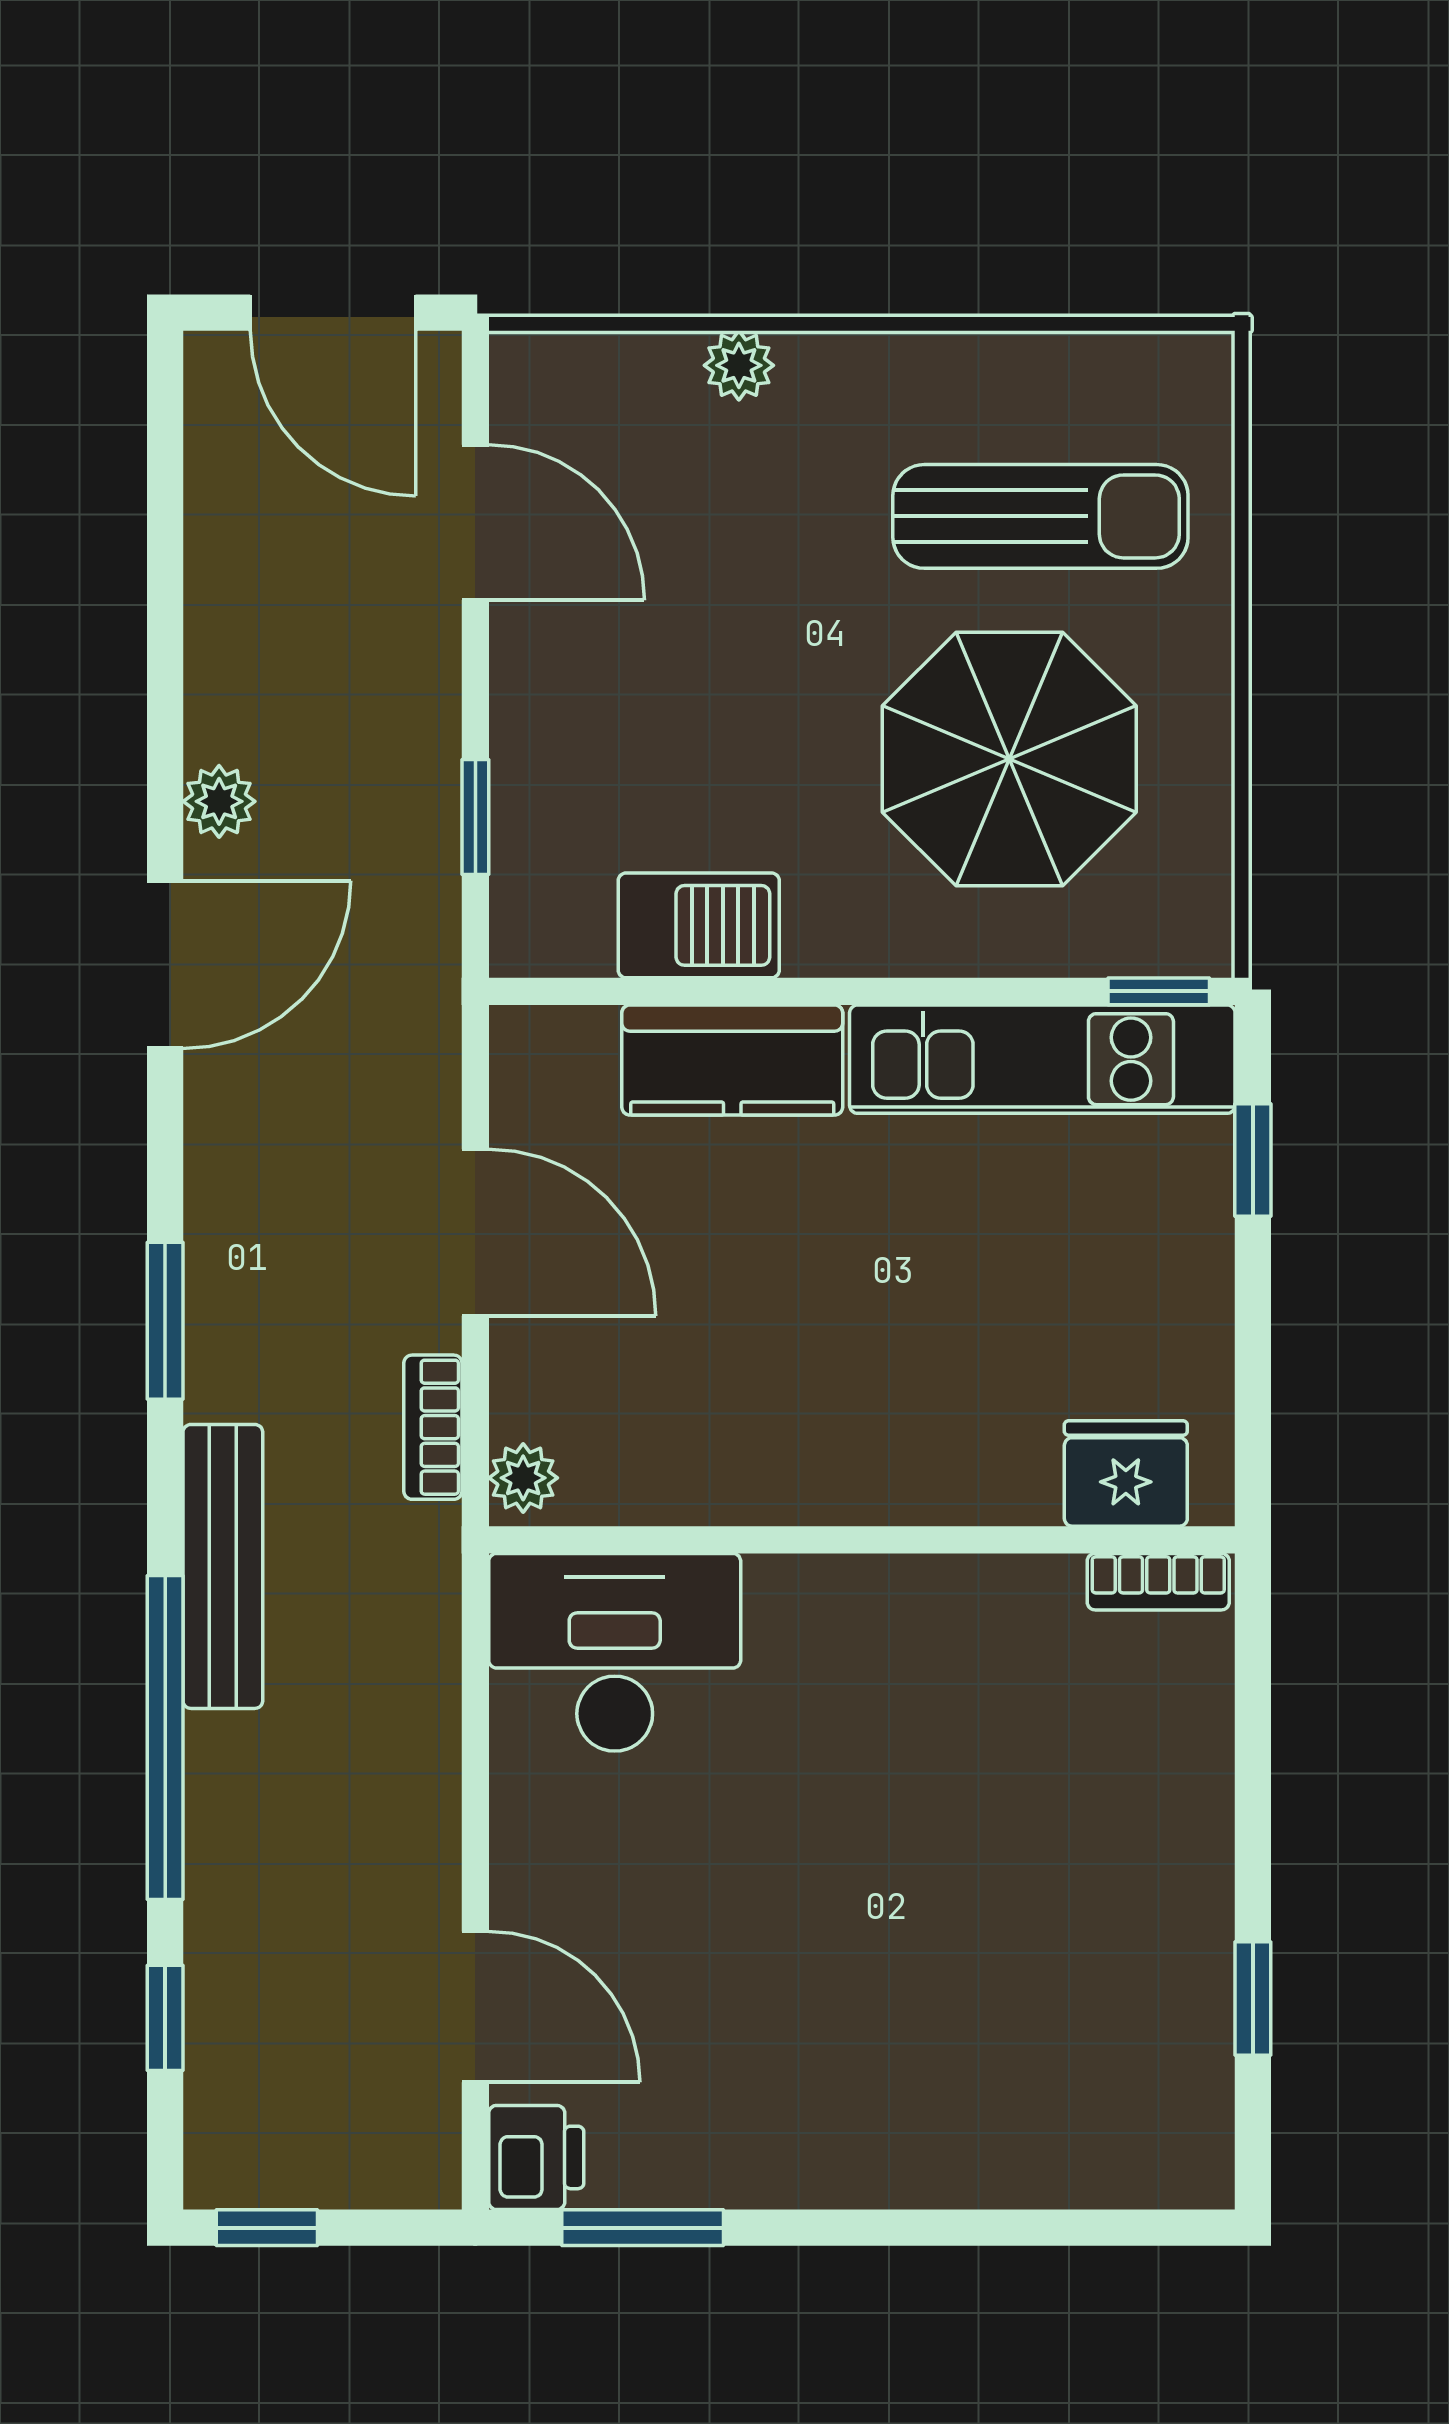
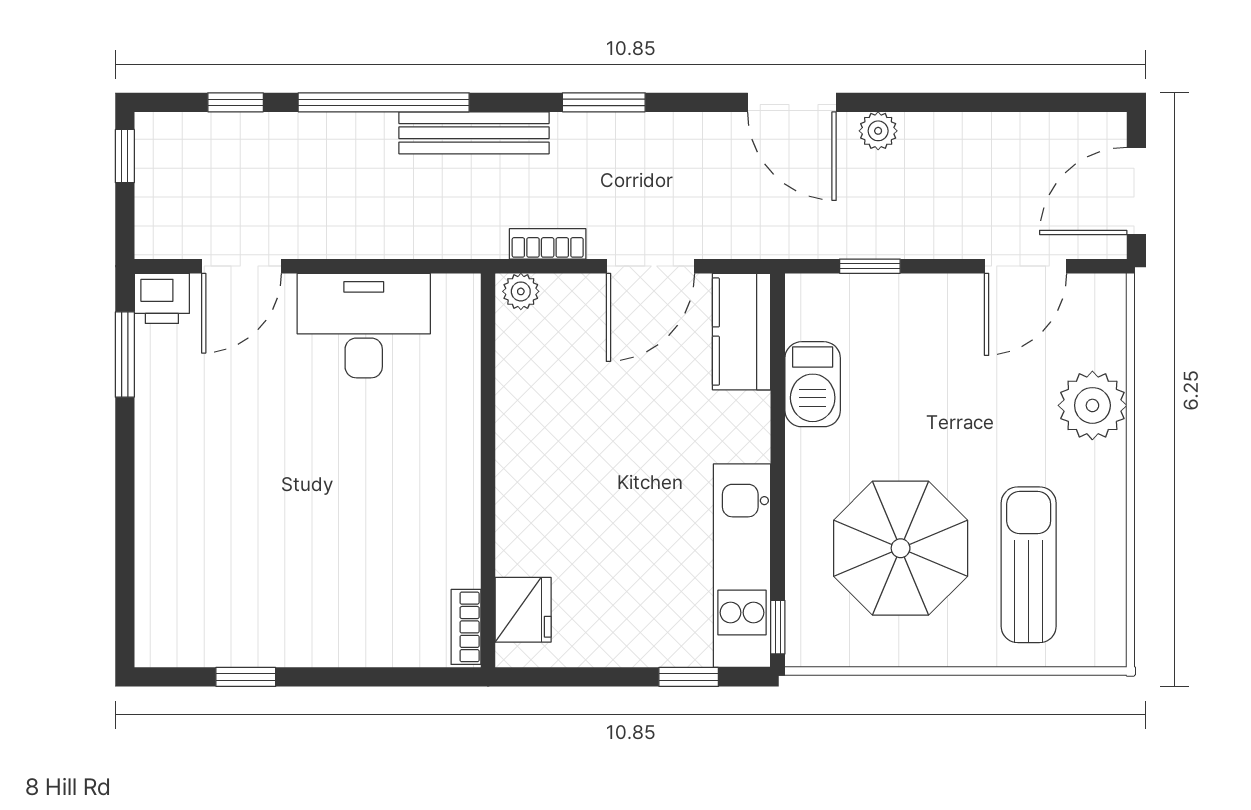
plant: (739, 365) -> (1092, 405), width x1.88, depth x1.88
sun lounger: (1040, 516) -> (1029, 565), turned 180
kitchen counter: (732, 1060) -> (742, 332), moved
desk: (615, 1652) -> (364, 326), moved, turned -90

